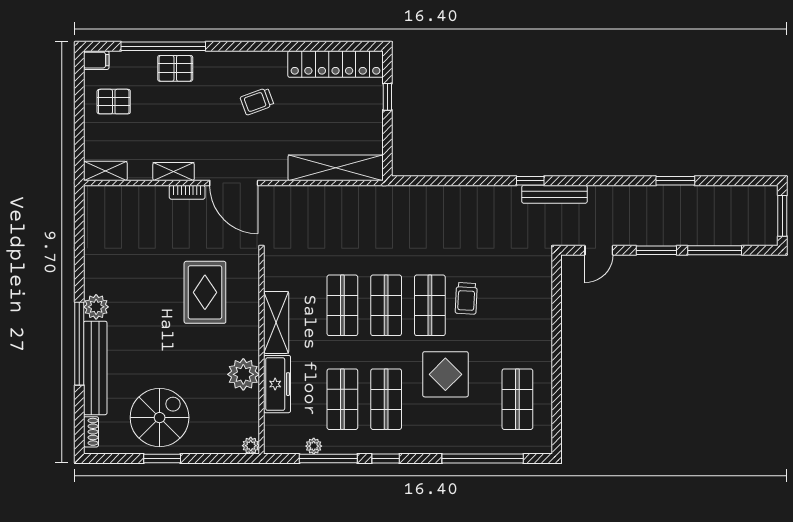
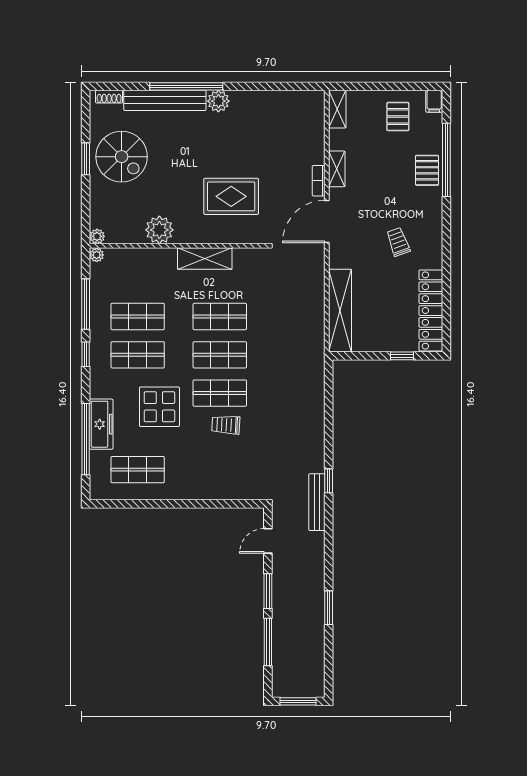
door: (599, 250) -> (268, 541), hinge flipped
freezer: (277, 384) -> (101, 424), moved, turned -90
plant: (314, 446) -> (97, 255), moved

